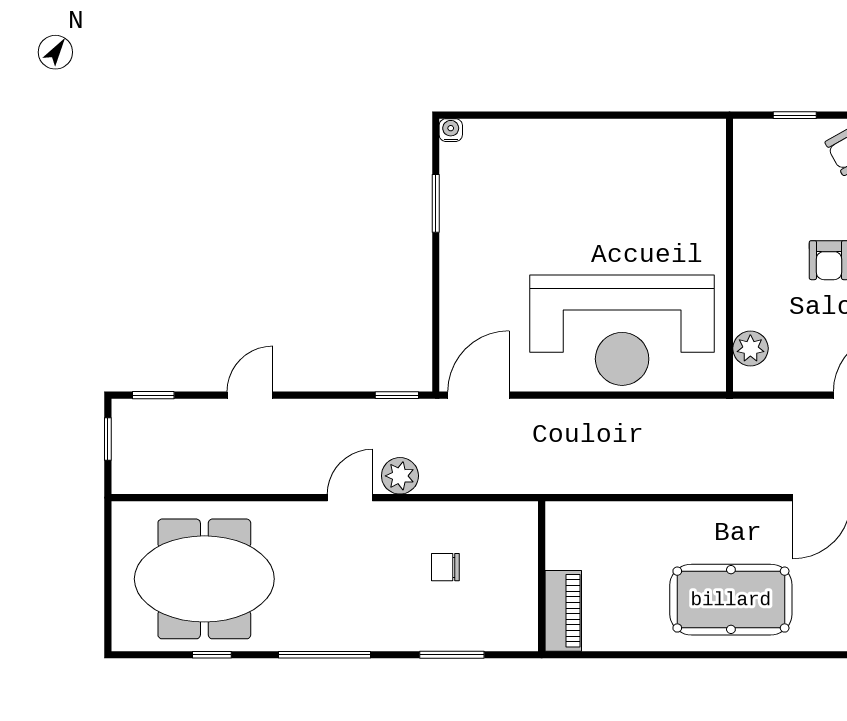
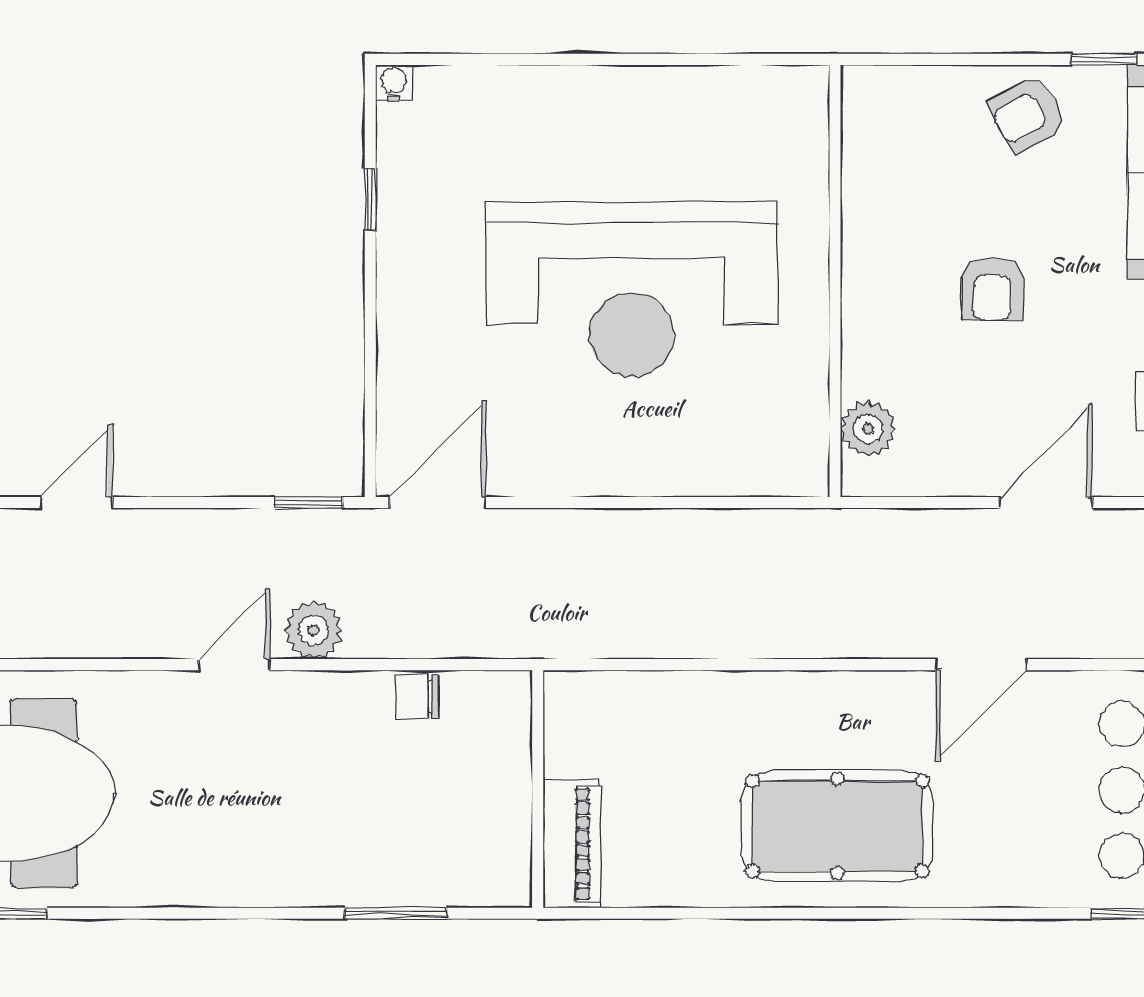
window: (795, 115) -> (938, 59), removed
window: (436, 203) -> (370, 199), width x0.67
reception desk: (622, 330) -> (632, 289), moved
chair: (445, 567) -> (417, 696), moved
window: (324, 655) -> (194, 913), removed

